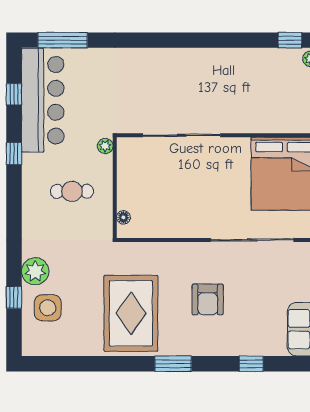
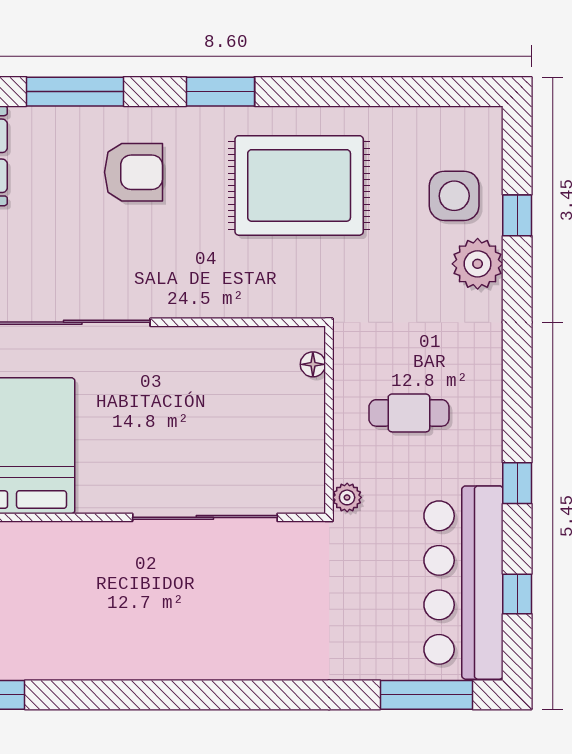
armchair: (208, 299) -> (133, 172), moved, turned 90
rug: (131, 313) -> (299, 185), turned 90
window: (251, 364) -> (75, 92), width x2.17

